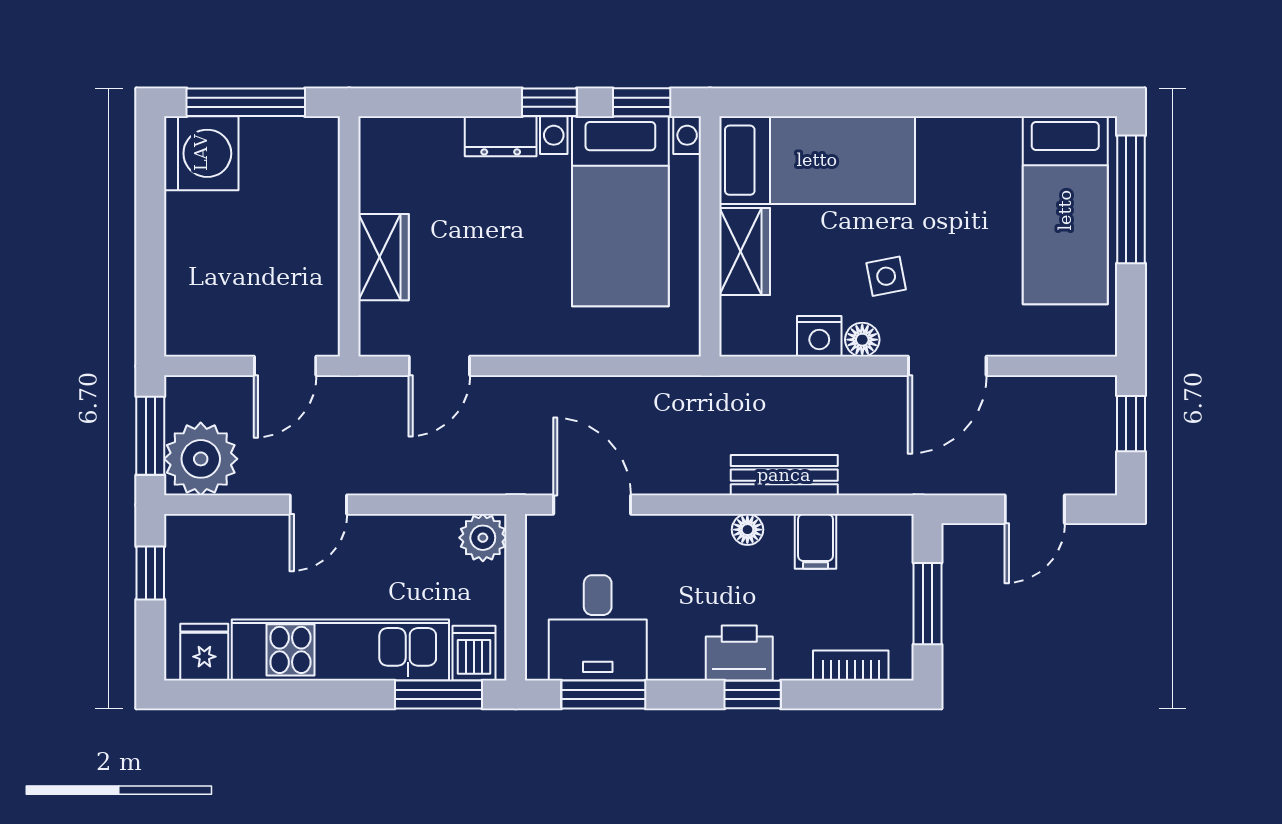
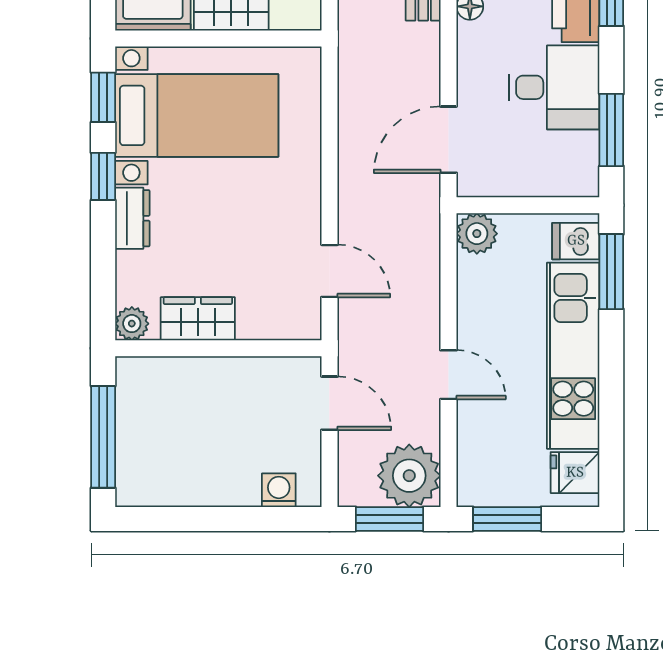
plant: (378, 136) -> (132, 324), added
washing machine: (201, 153) -> (279, 490), moved, width x0.53, depth x0.53
wardrobe: (384, 257) -> (198, 319), moved
window: (150, 573) -> (507, 519), width x1.50
desk: (598, 628) -> (554, 87), moved

